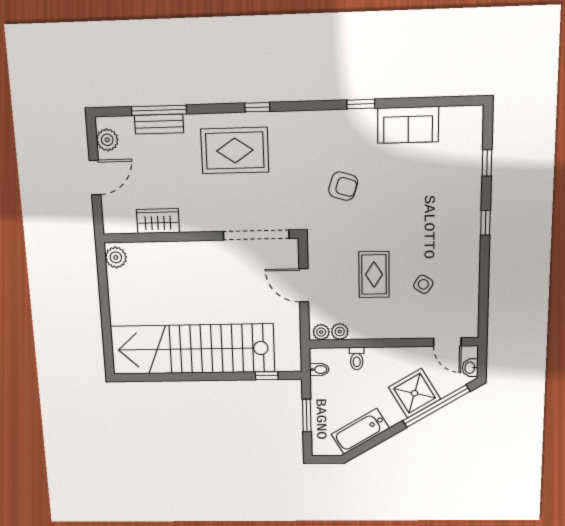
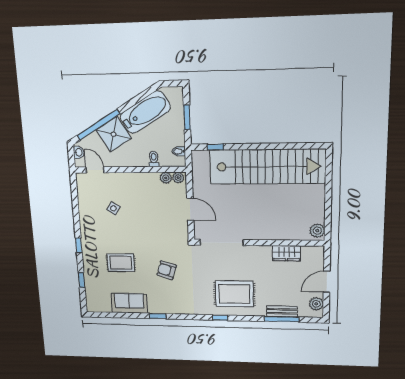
rug: (374, 274) -> (121, 263), moved, turned 90
bathtub: (360, 431) -> (145, 112), width x1.36, depth x1.36

